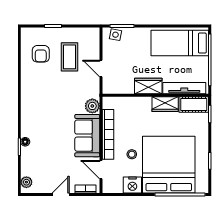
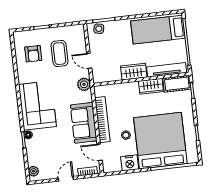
plant: (92, 106) -> (84, 84), moved
corner sofa: (39, 111) -> (37, 106), added

